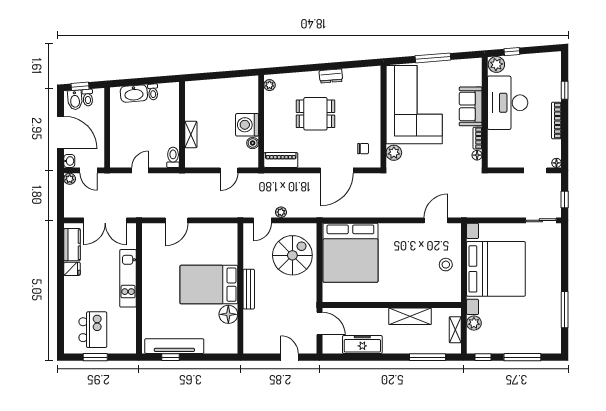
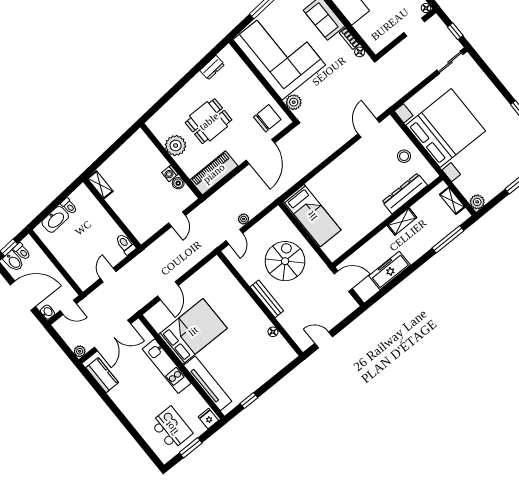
dresser: (331, 76) -> (212, 68), moved
plant: (270, 85) -> (176, 145), moved, width x1.88, depth x1.88
washing machine: (247, 125) -> (170, 173), width x0.53, depth x0.53
shelving: (191, 134) -> (100, 185), moved
chair: (363, 149) -> (267, 118), width x1.87, depth x1.87
piano: (281, 160) -> (214, 173), width x1.37, depth x1.33
plant: (70, 179) -> (80, 351), moved
bed: (350, 253) -> (312, 216), width x0.49
spiral stairs: (292, 255) -> (285, 261), moved
fridge: (72, 269) -> (208, 419), moved, turned -90
bed: (209, 285) -> (193, 331), moved, turned 180
dresser: (423, 294) -> (405, 193), added
floor lamp: (228, 314) -> (273, 332), width x0.53, depth x0.53
shelving: (410, 316) -> (402, 221), width x0.67, depth x0.75
plant: (474, 323) -> (477, 202), moved
tv unit: (174, 346) -> (208, 383), moved, turned 90
door: (289, 357) -> (324, 340), moved
window: (483, 357) -> (491, 205), removed

